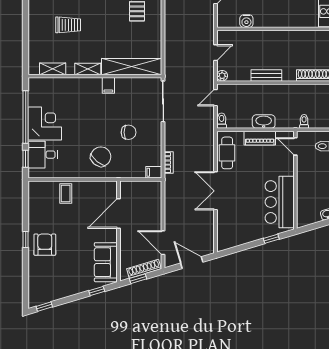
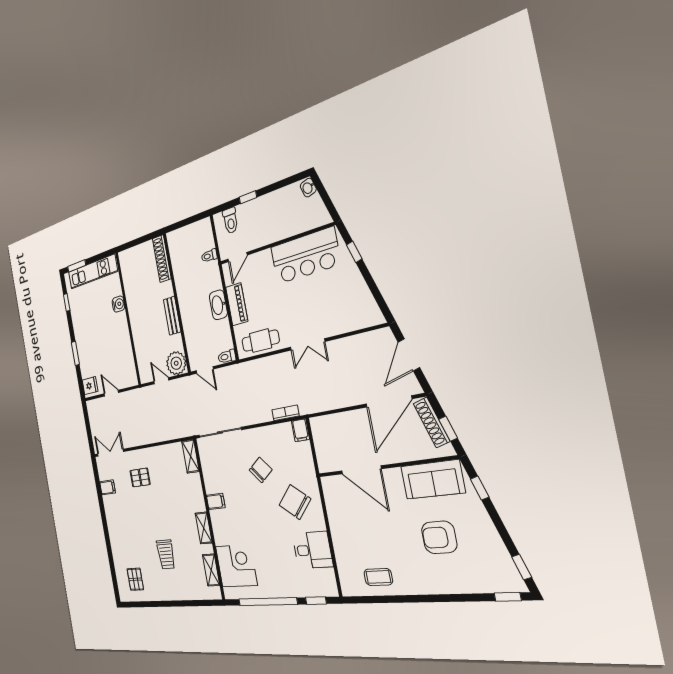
water cooler: (246, 21) -> (118, 304), moved
trolley: (68, 25) -> (166, 554), turned 180
shelving: (132, 67) -> (190, 456), width x0.45, depth x0.75
plant: (222, 76) -> (176, 363), width x1.88, depth x1.88
corner desk: (45, 123) -> (236, 566), moved, turned 90
chair: (129, 132) -> (261, 470), turned 51
desk: (43, 155) -> (312, 550), moved, turned -90
double door: (215, 191) -> (308, 344), width x0.73
coffee table: (66, 194) -> (378, 577), moved
window: (26, 240) -> (508, 597), moved
door: (163, 243) -> (389, 401), width x1.36
armchair: (45, 245) -> (439, 537), moved

